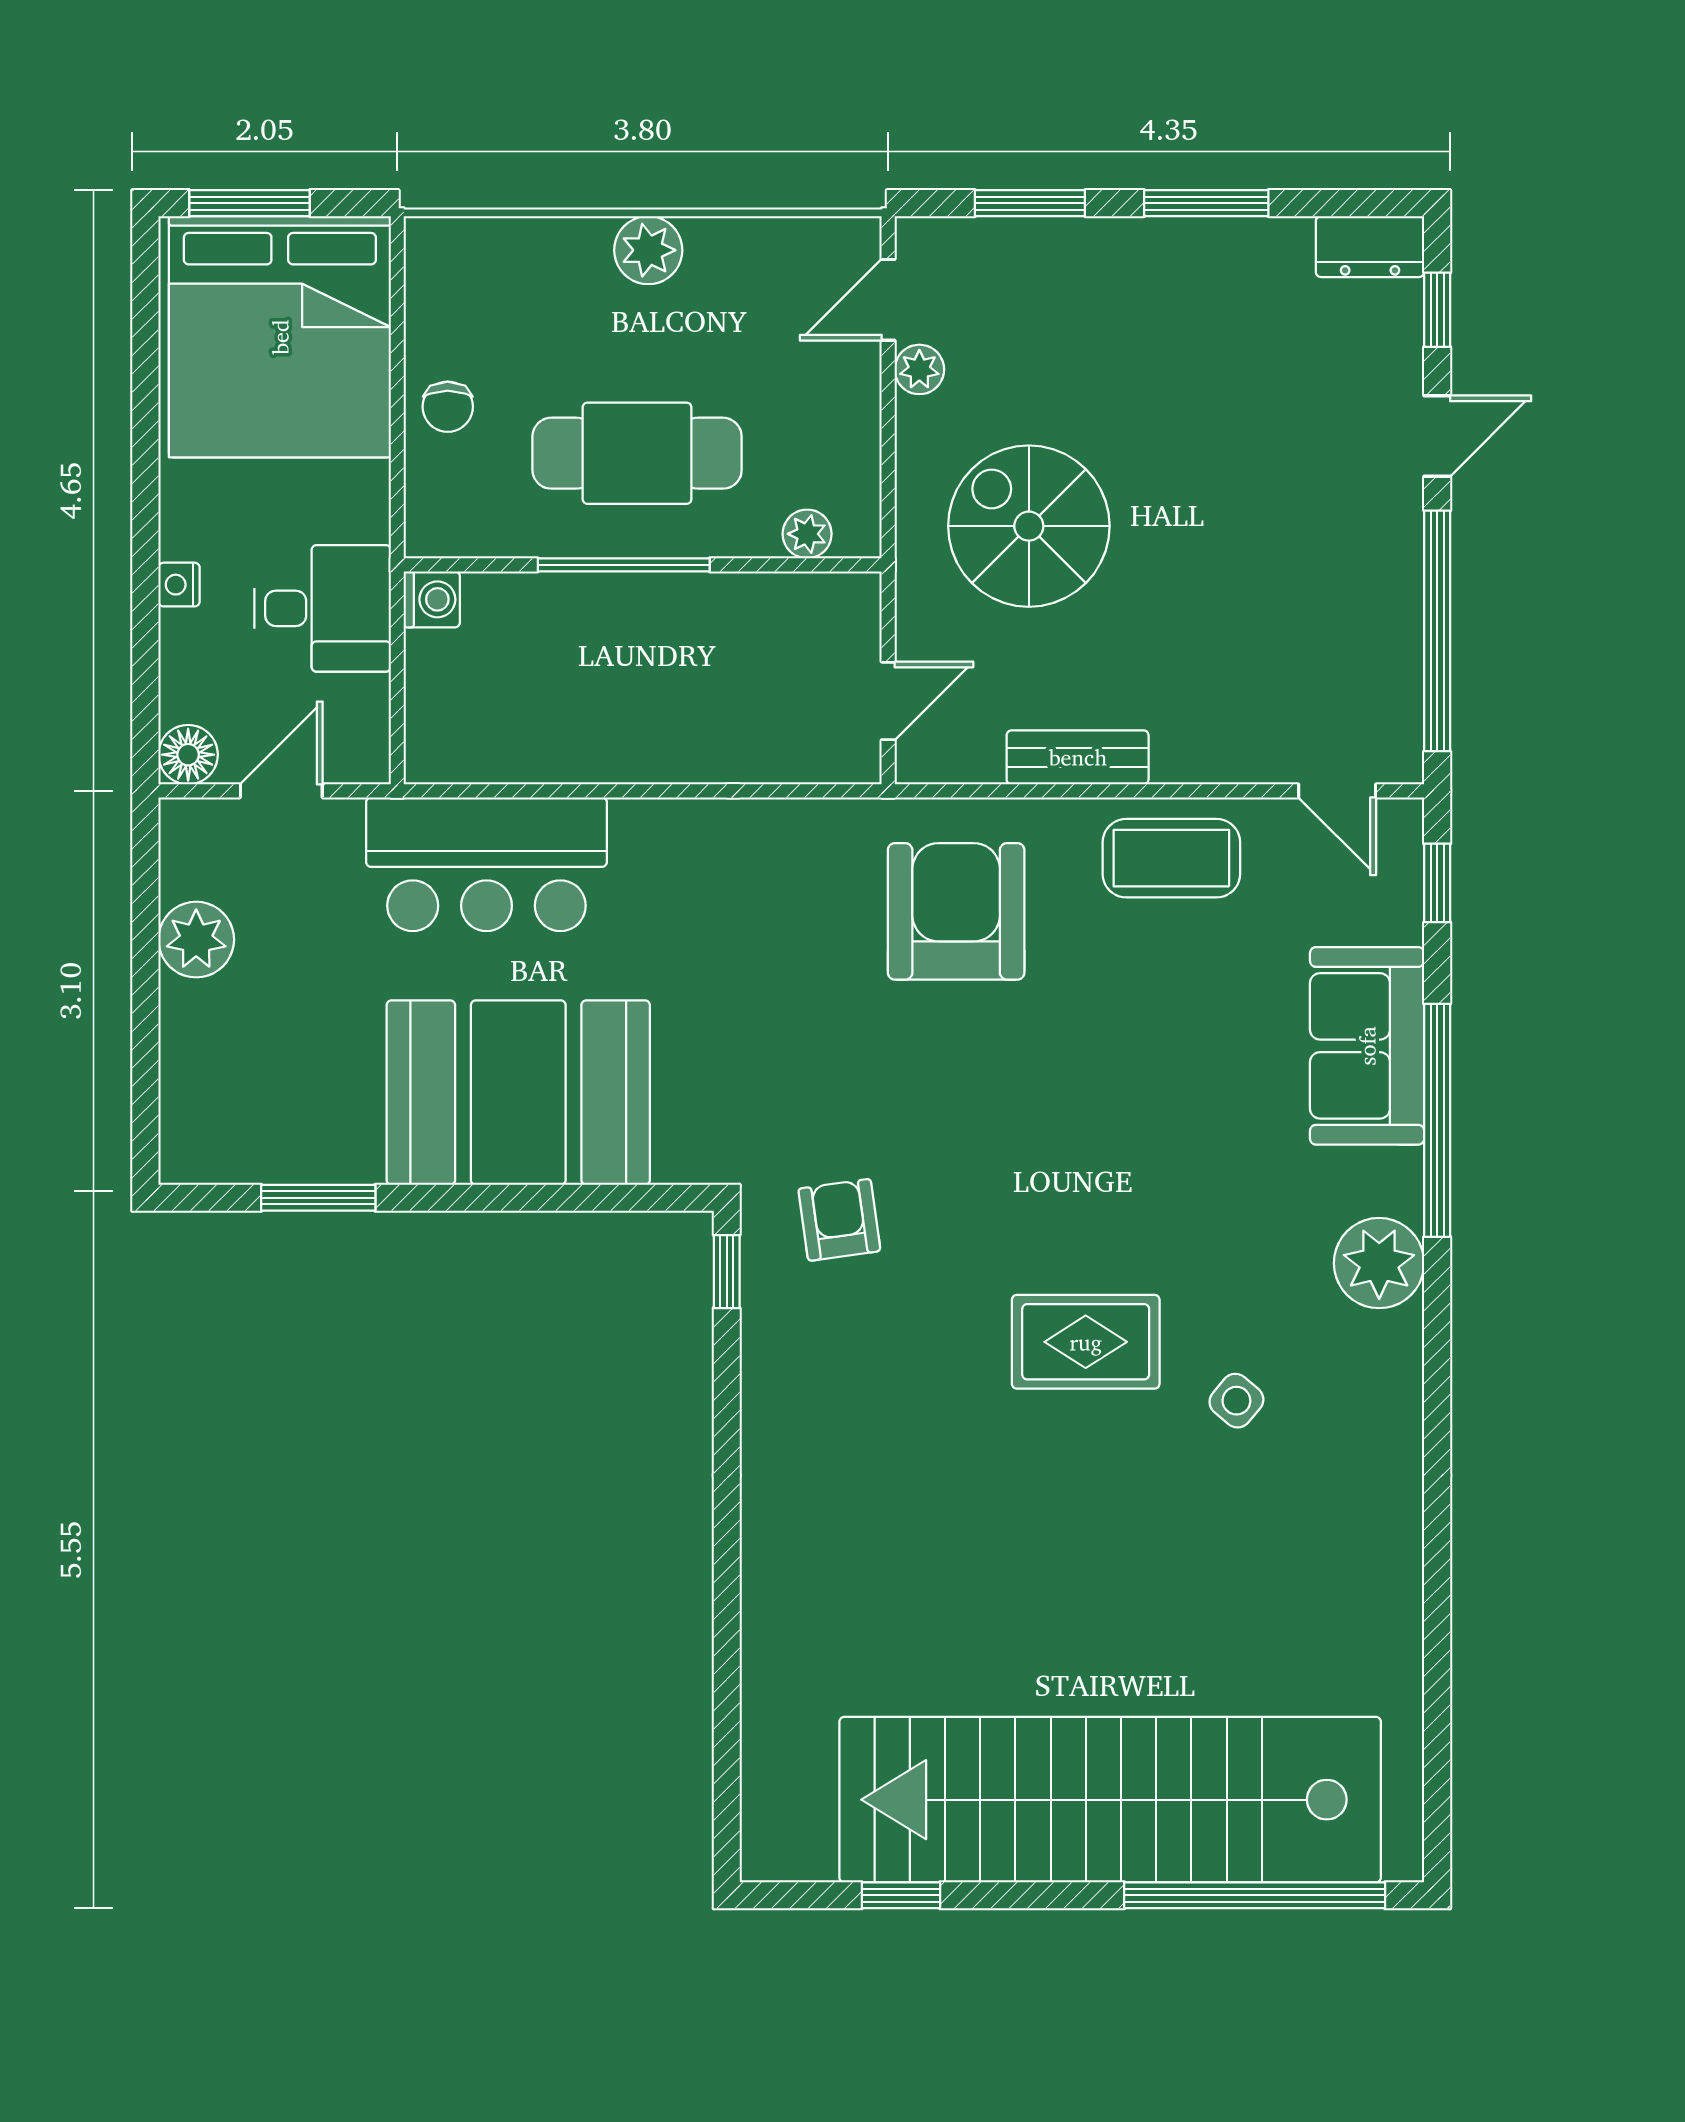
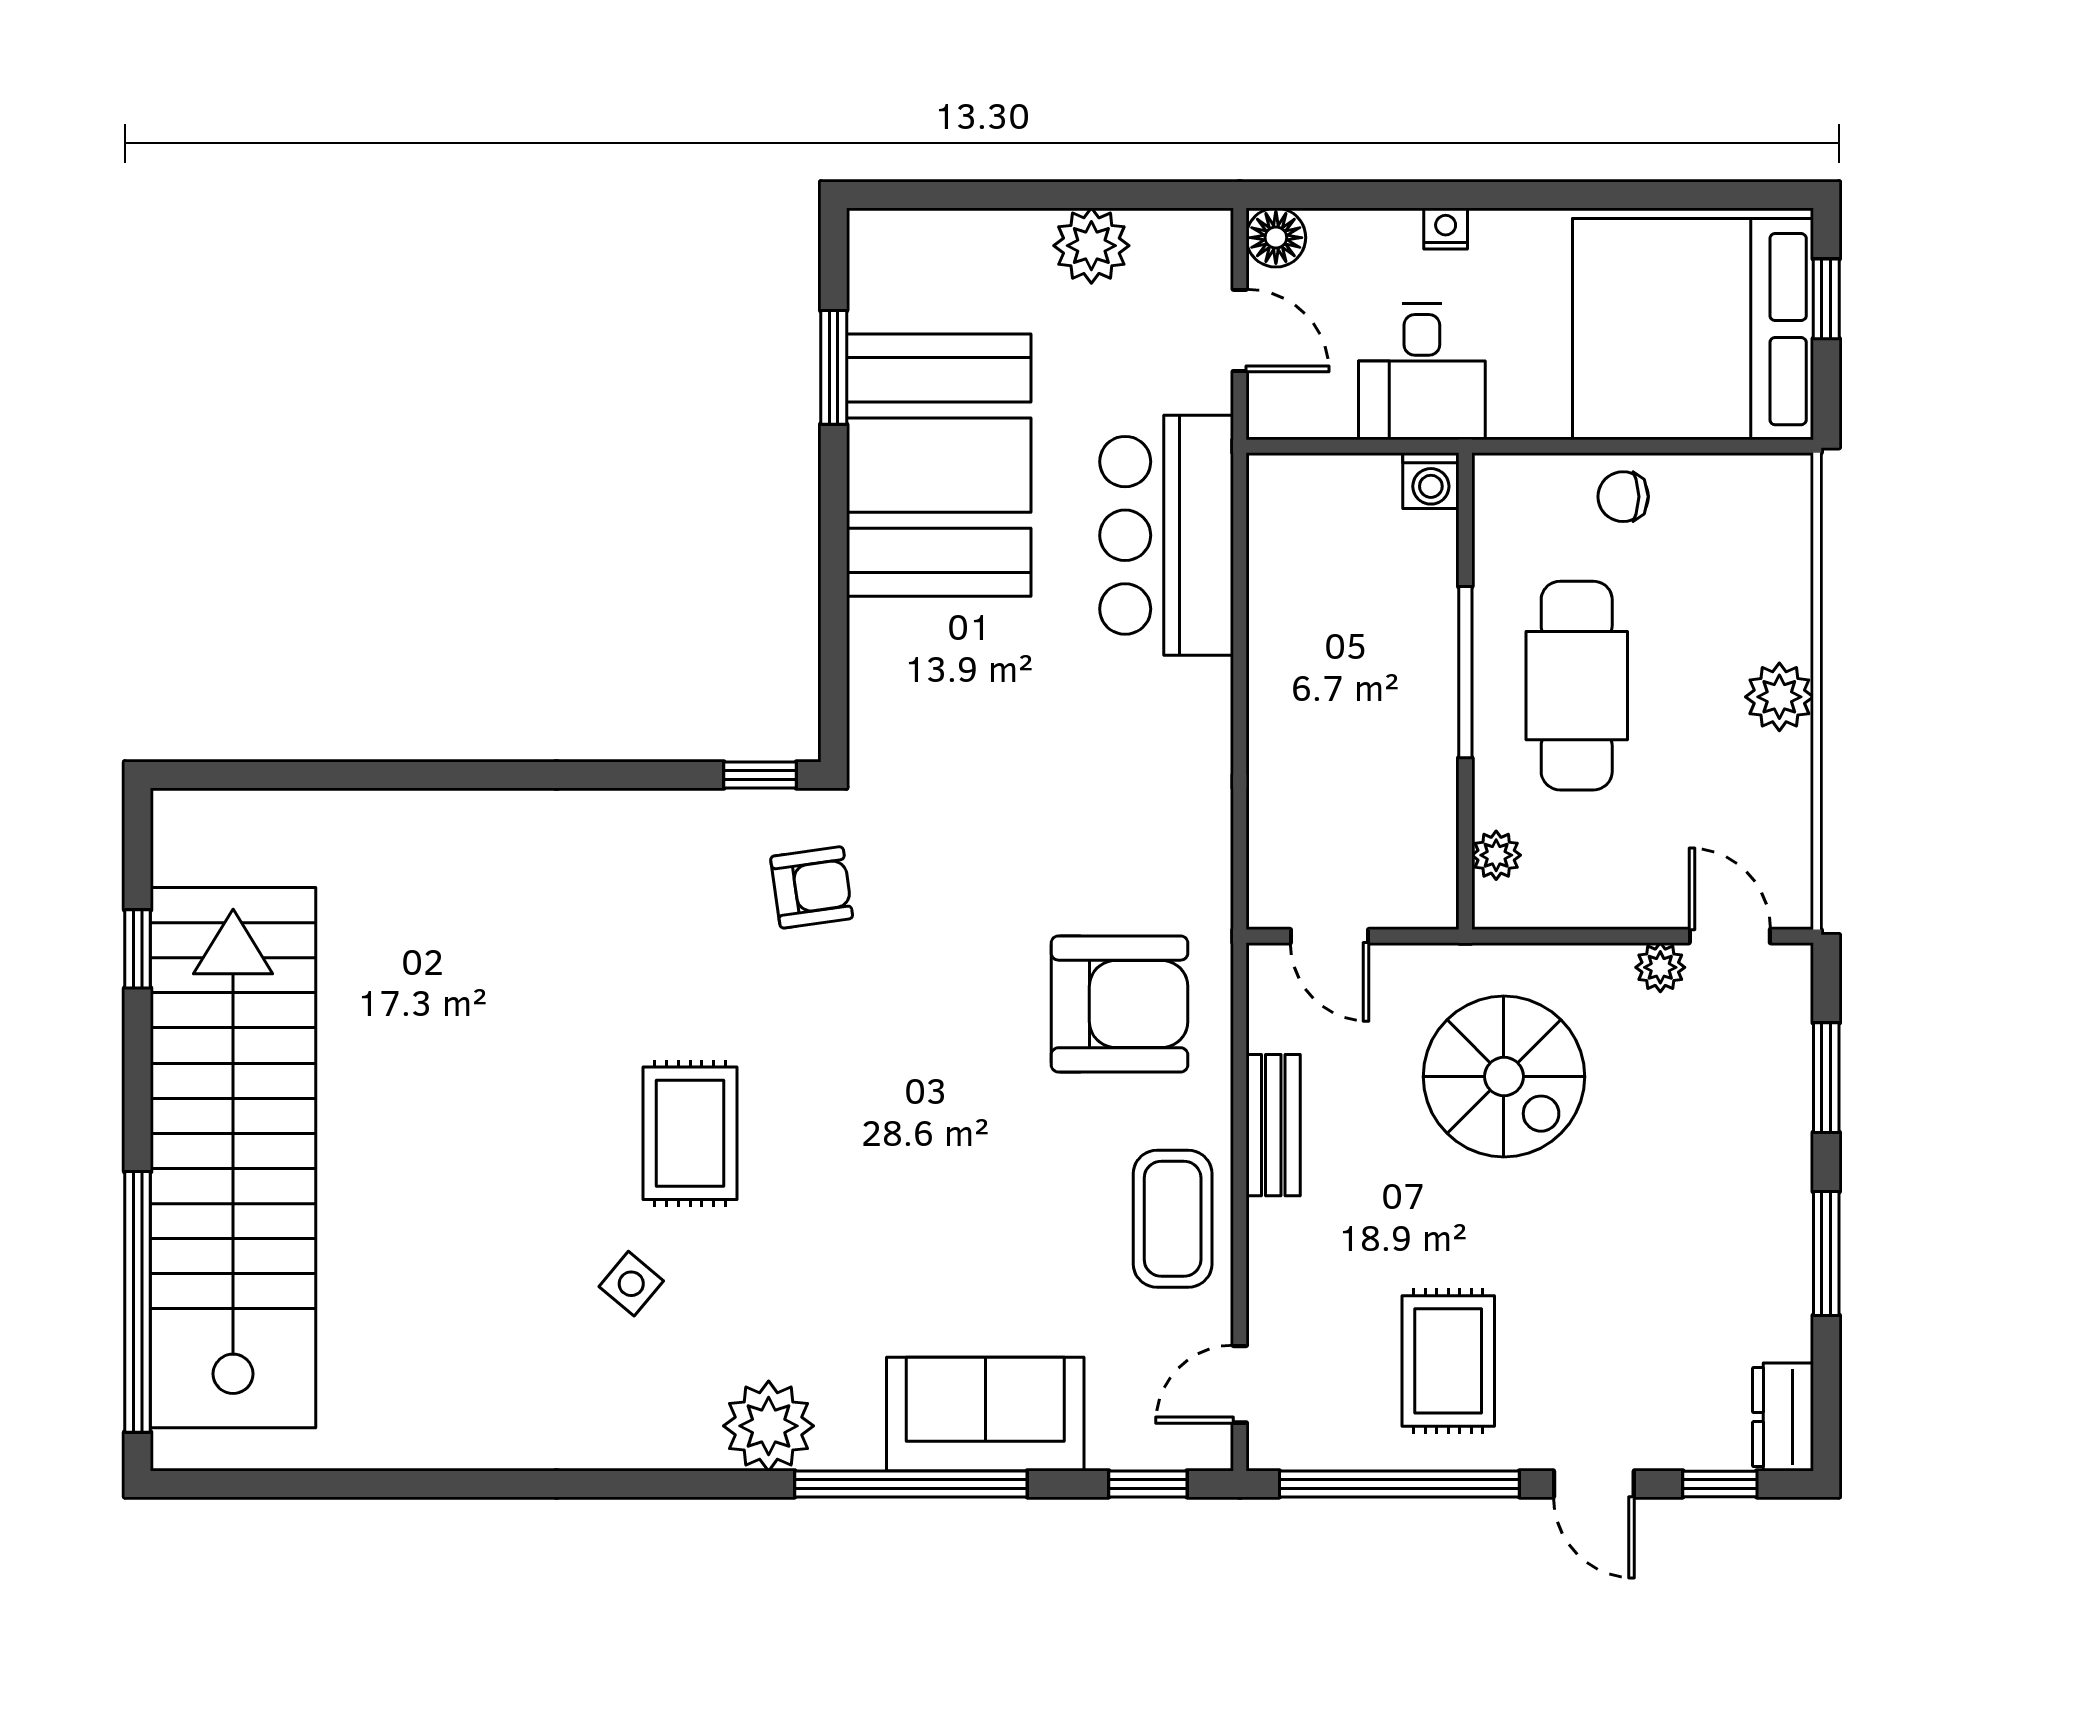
window: (250, 203) -> (1826, 299), width x0.67
spiral stairs: (1029, 526) -> (1504, 1077), turned 90
rug: (1314, 582) -> (1448, 1361), added
booth: (518, 1093) -> (939, 465), moved

